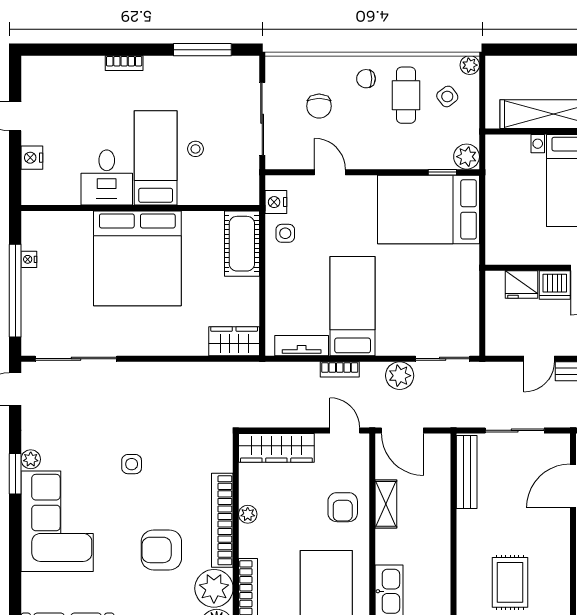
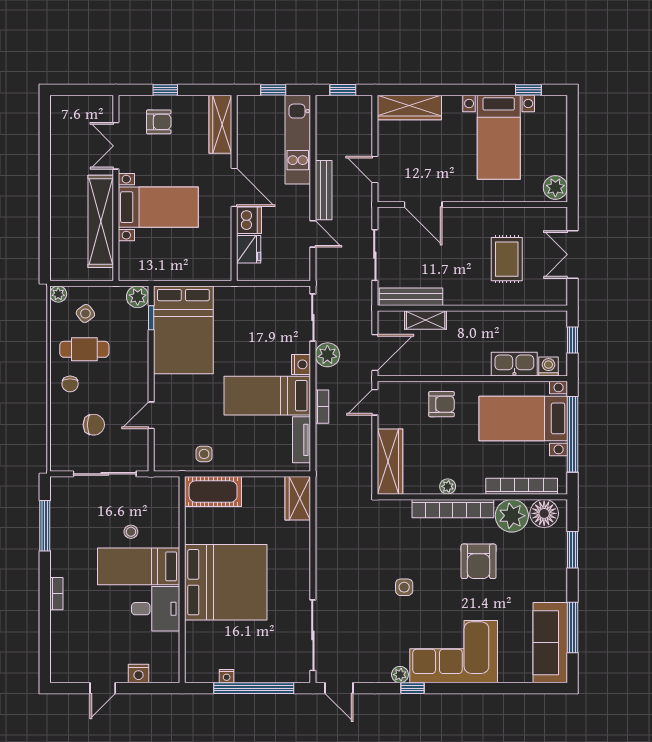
nightstand: (276, 202) -> (301, 364), moved, turned -90
window: (15, 474) -> (412, 688), width x0.67
shelving: (386, 504) -> (426, 320), moved
rug: (510, 582) -> (507, 259), turned 90

